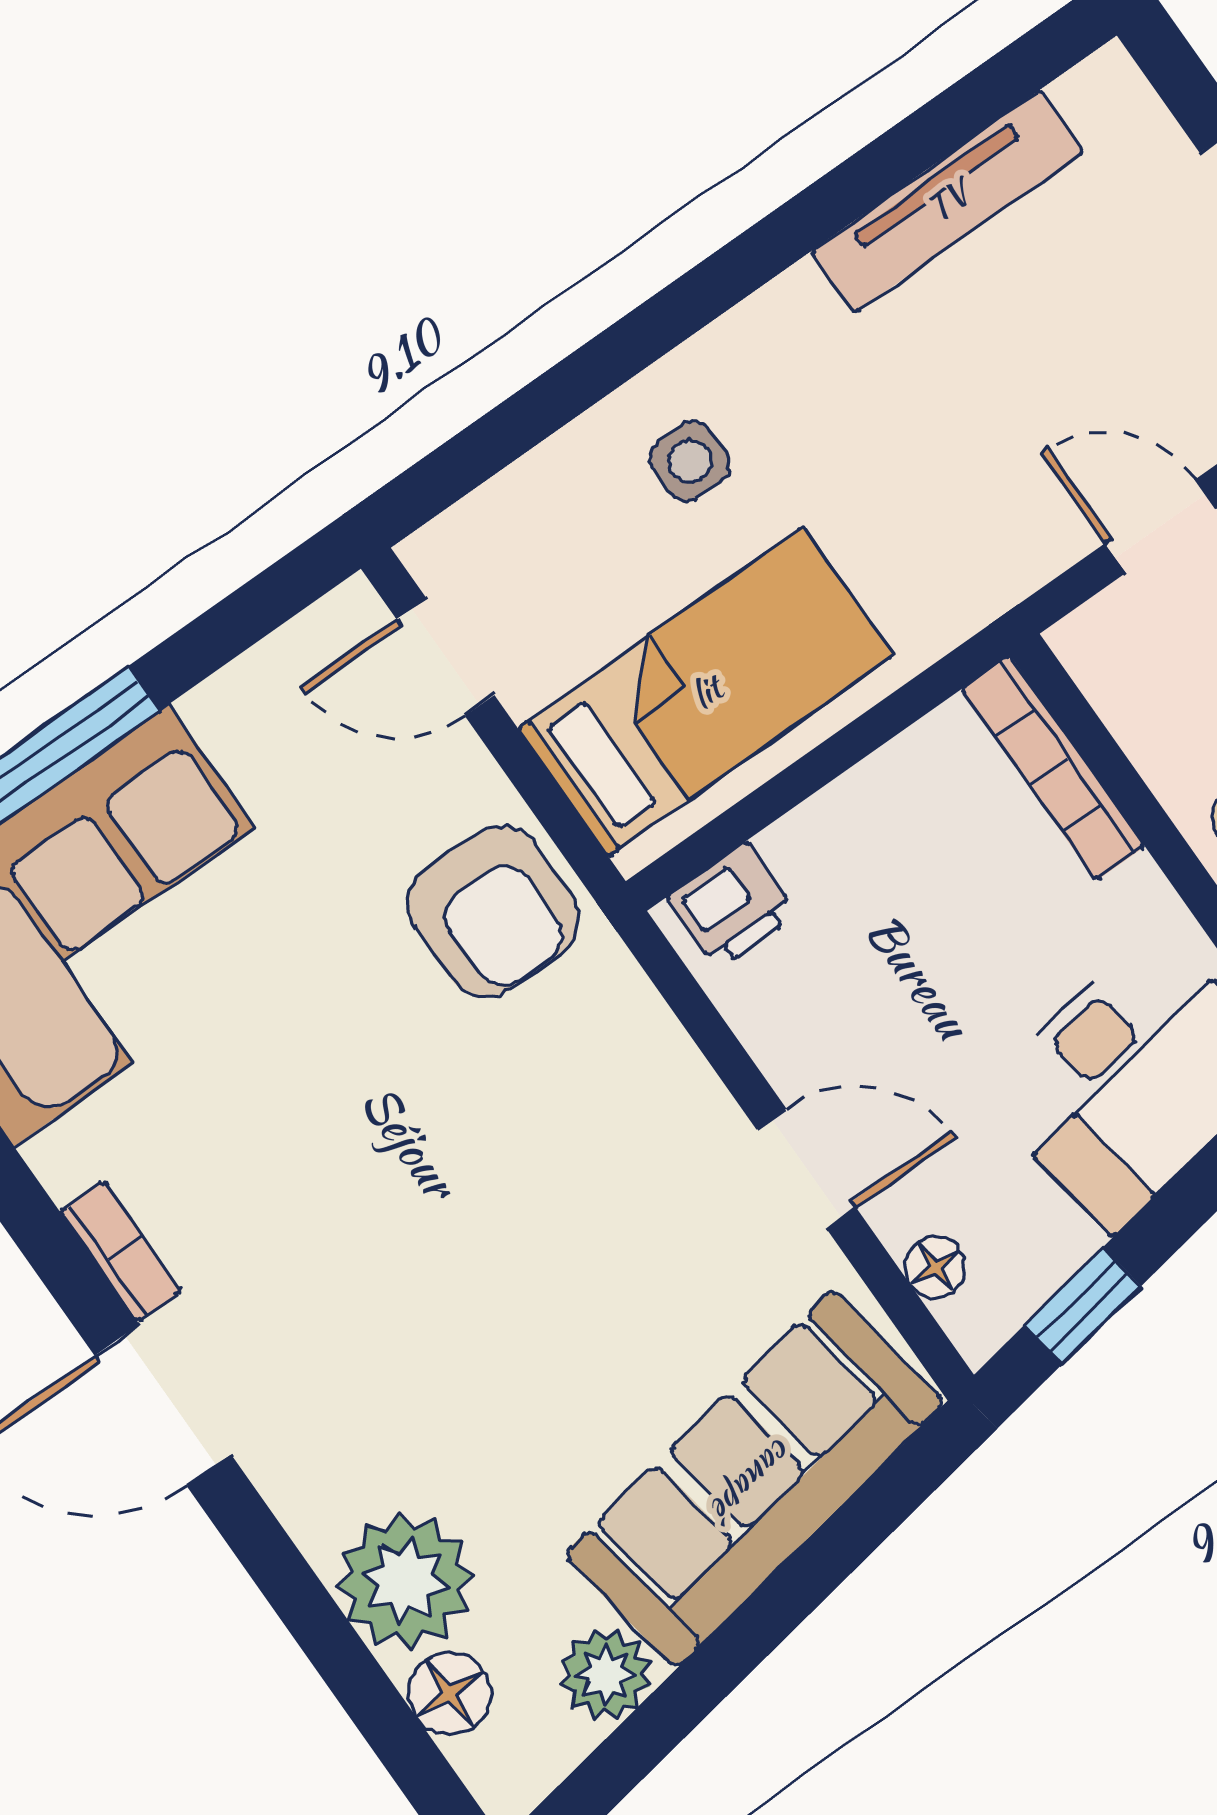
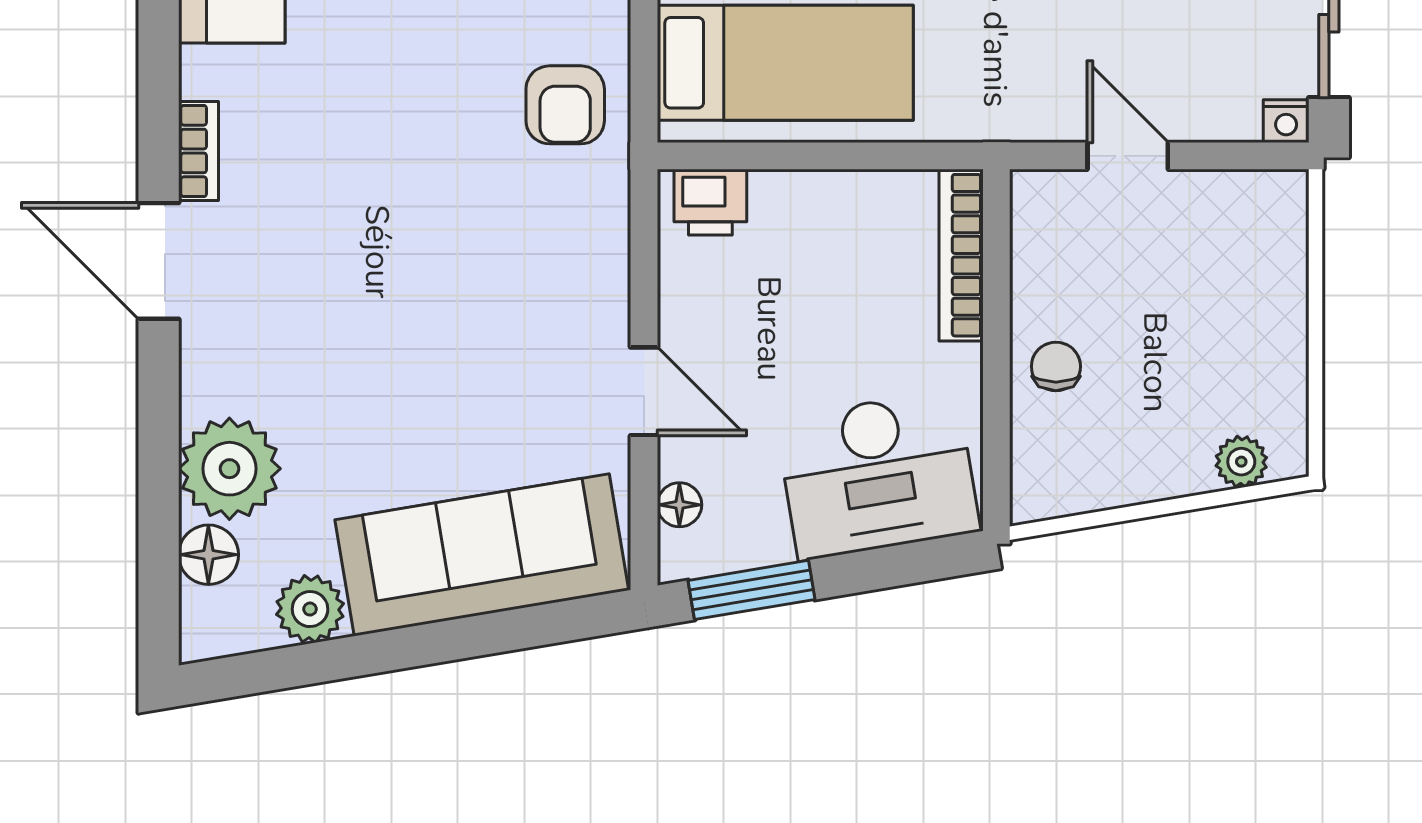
armchair: (493, 912) -> (565, 105), width x0.72, depth x0.72
window: (1083, 1306) -> (752, 590), width x1.50

